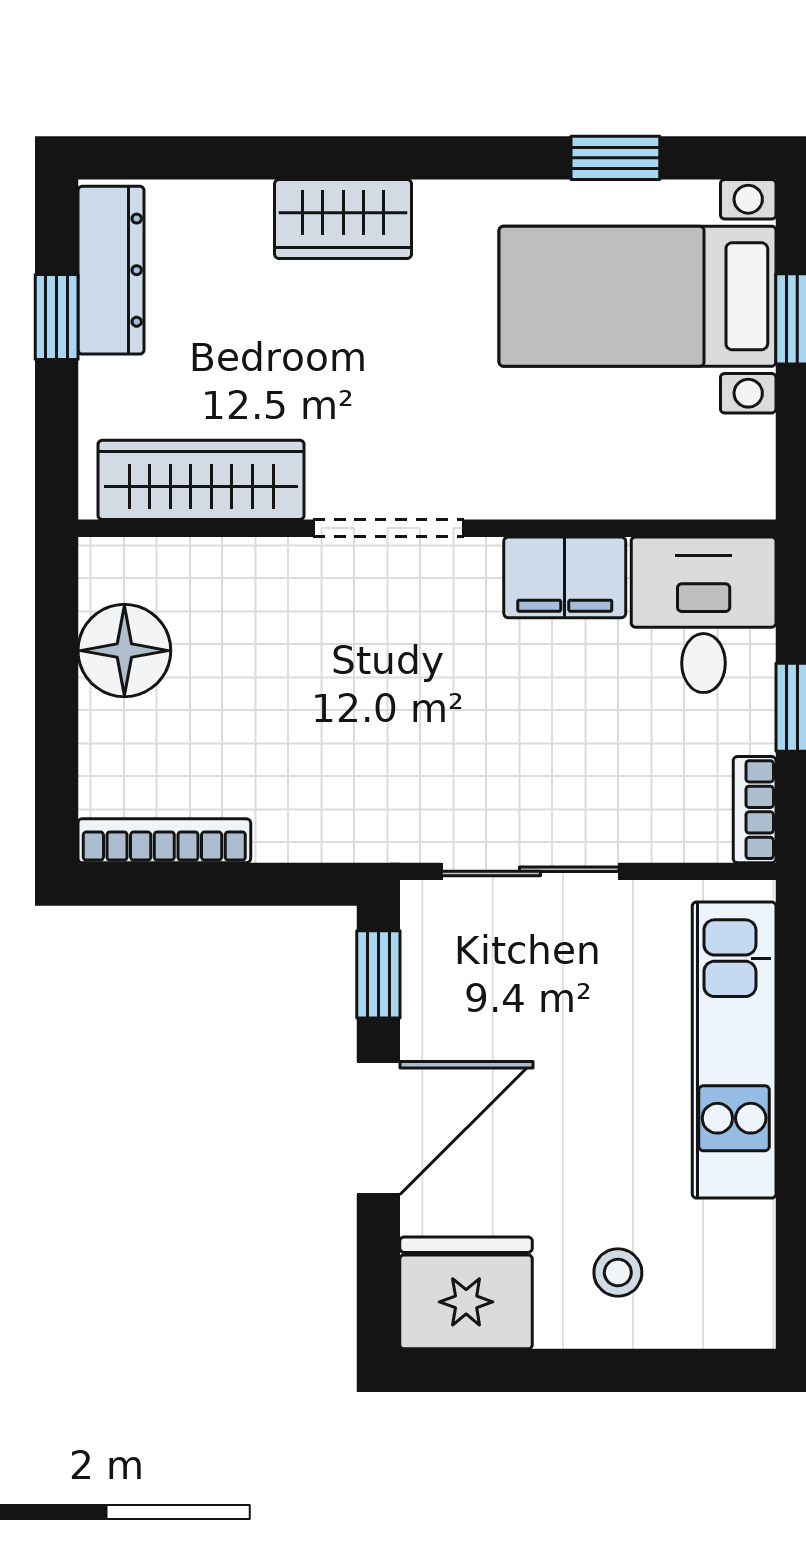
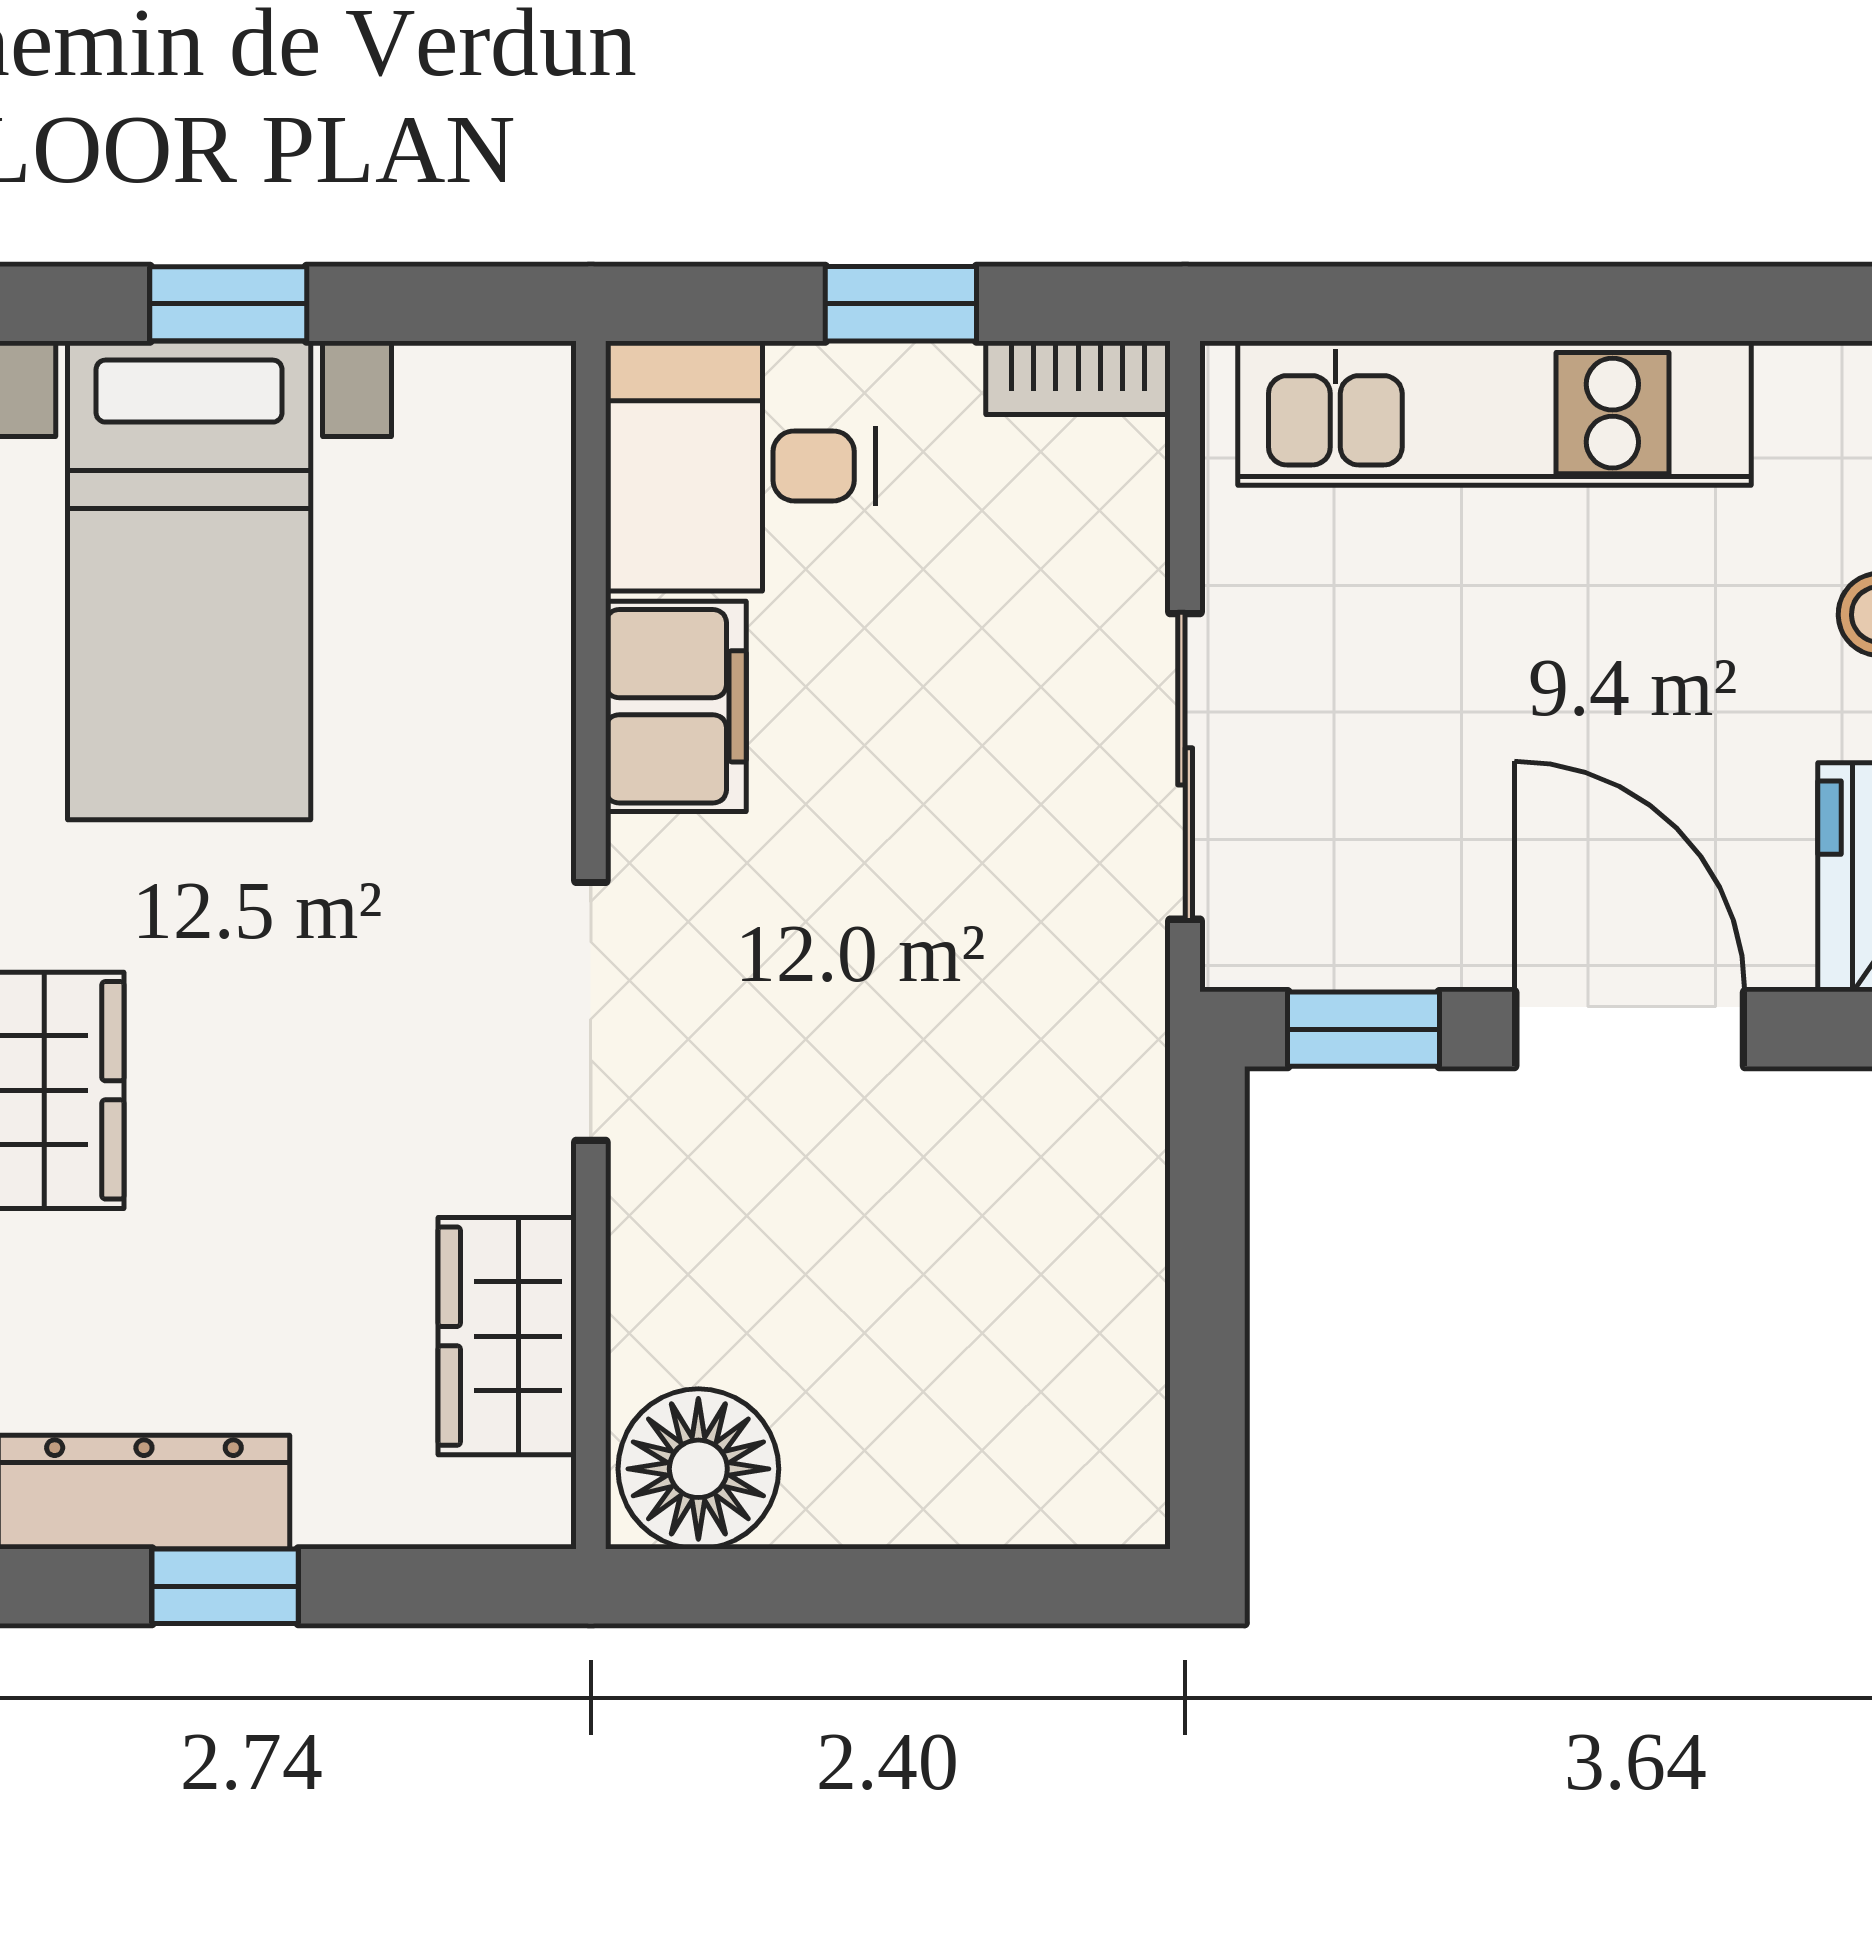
wardrobe: (201, 480) -> (507, 1336), width x0.67
floor lamp: (124, 651) -> (698, 1469), moved
bookcase: (164, 841) -> (1132, 1400), removed

